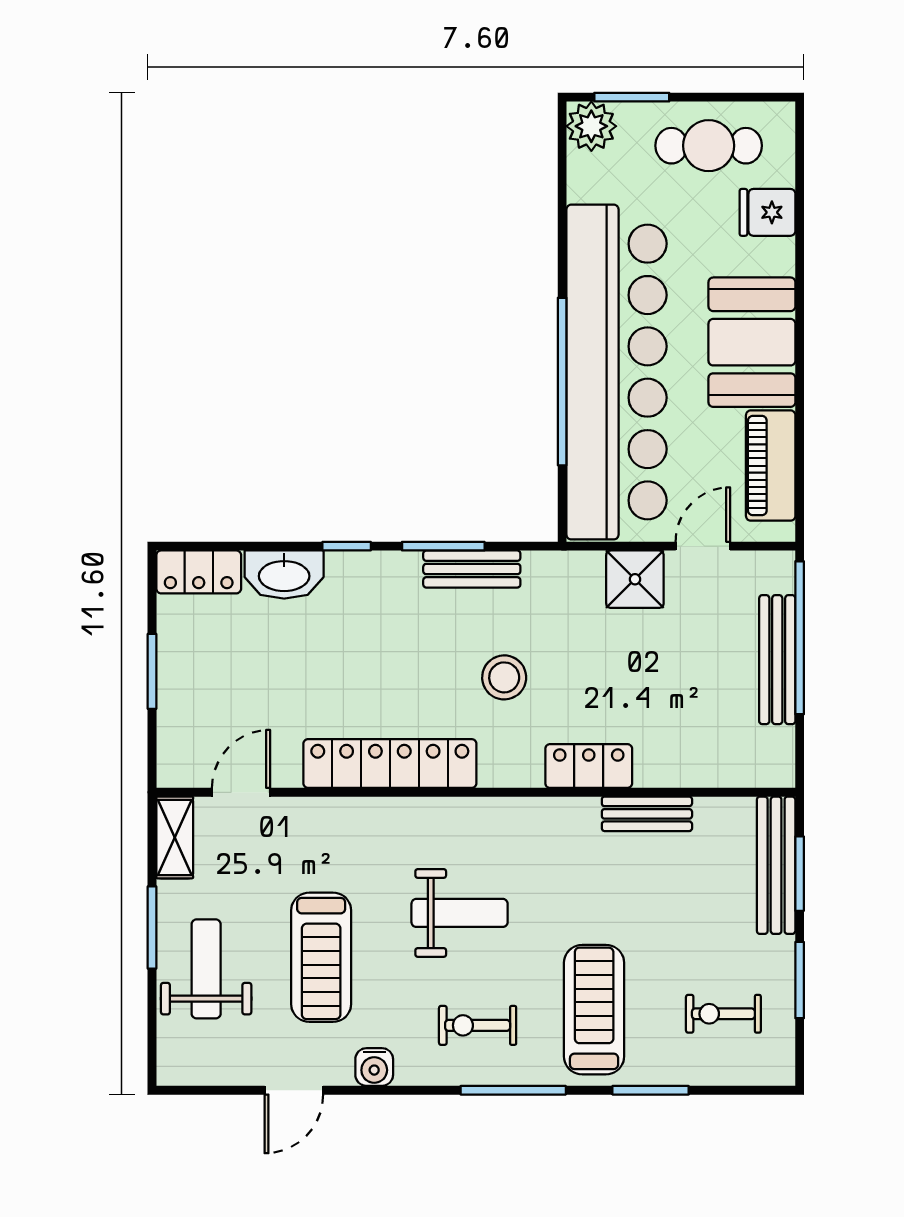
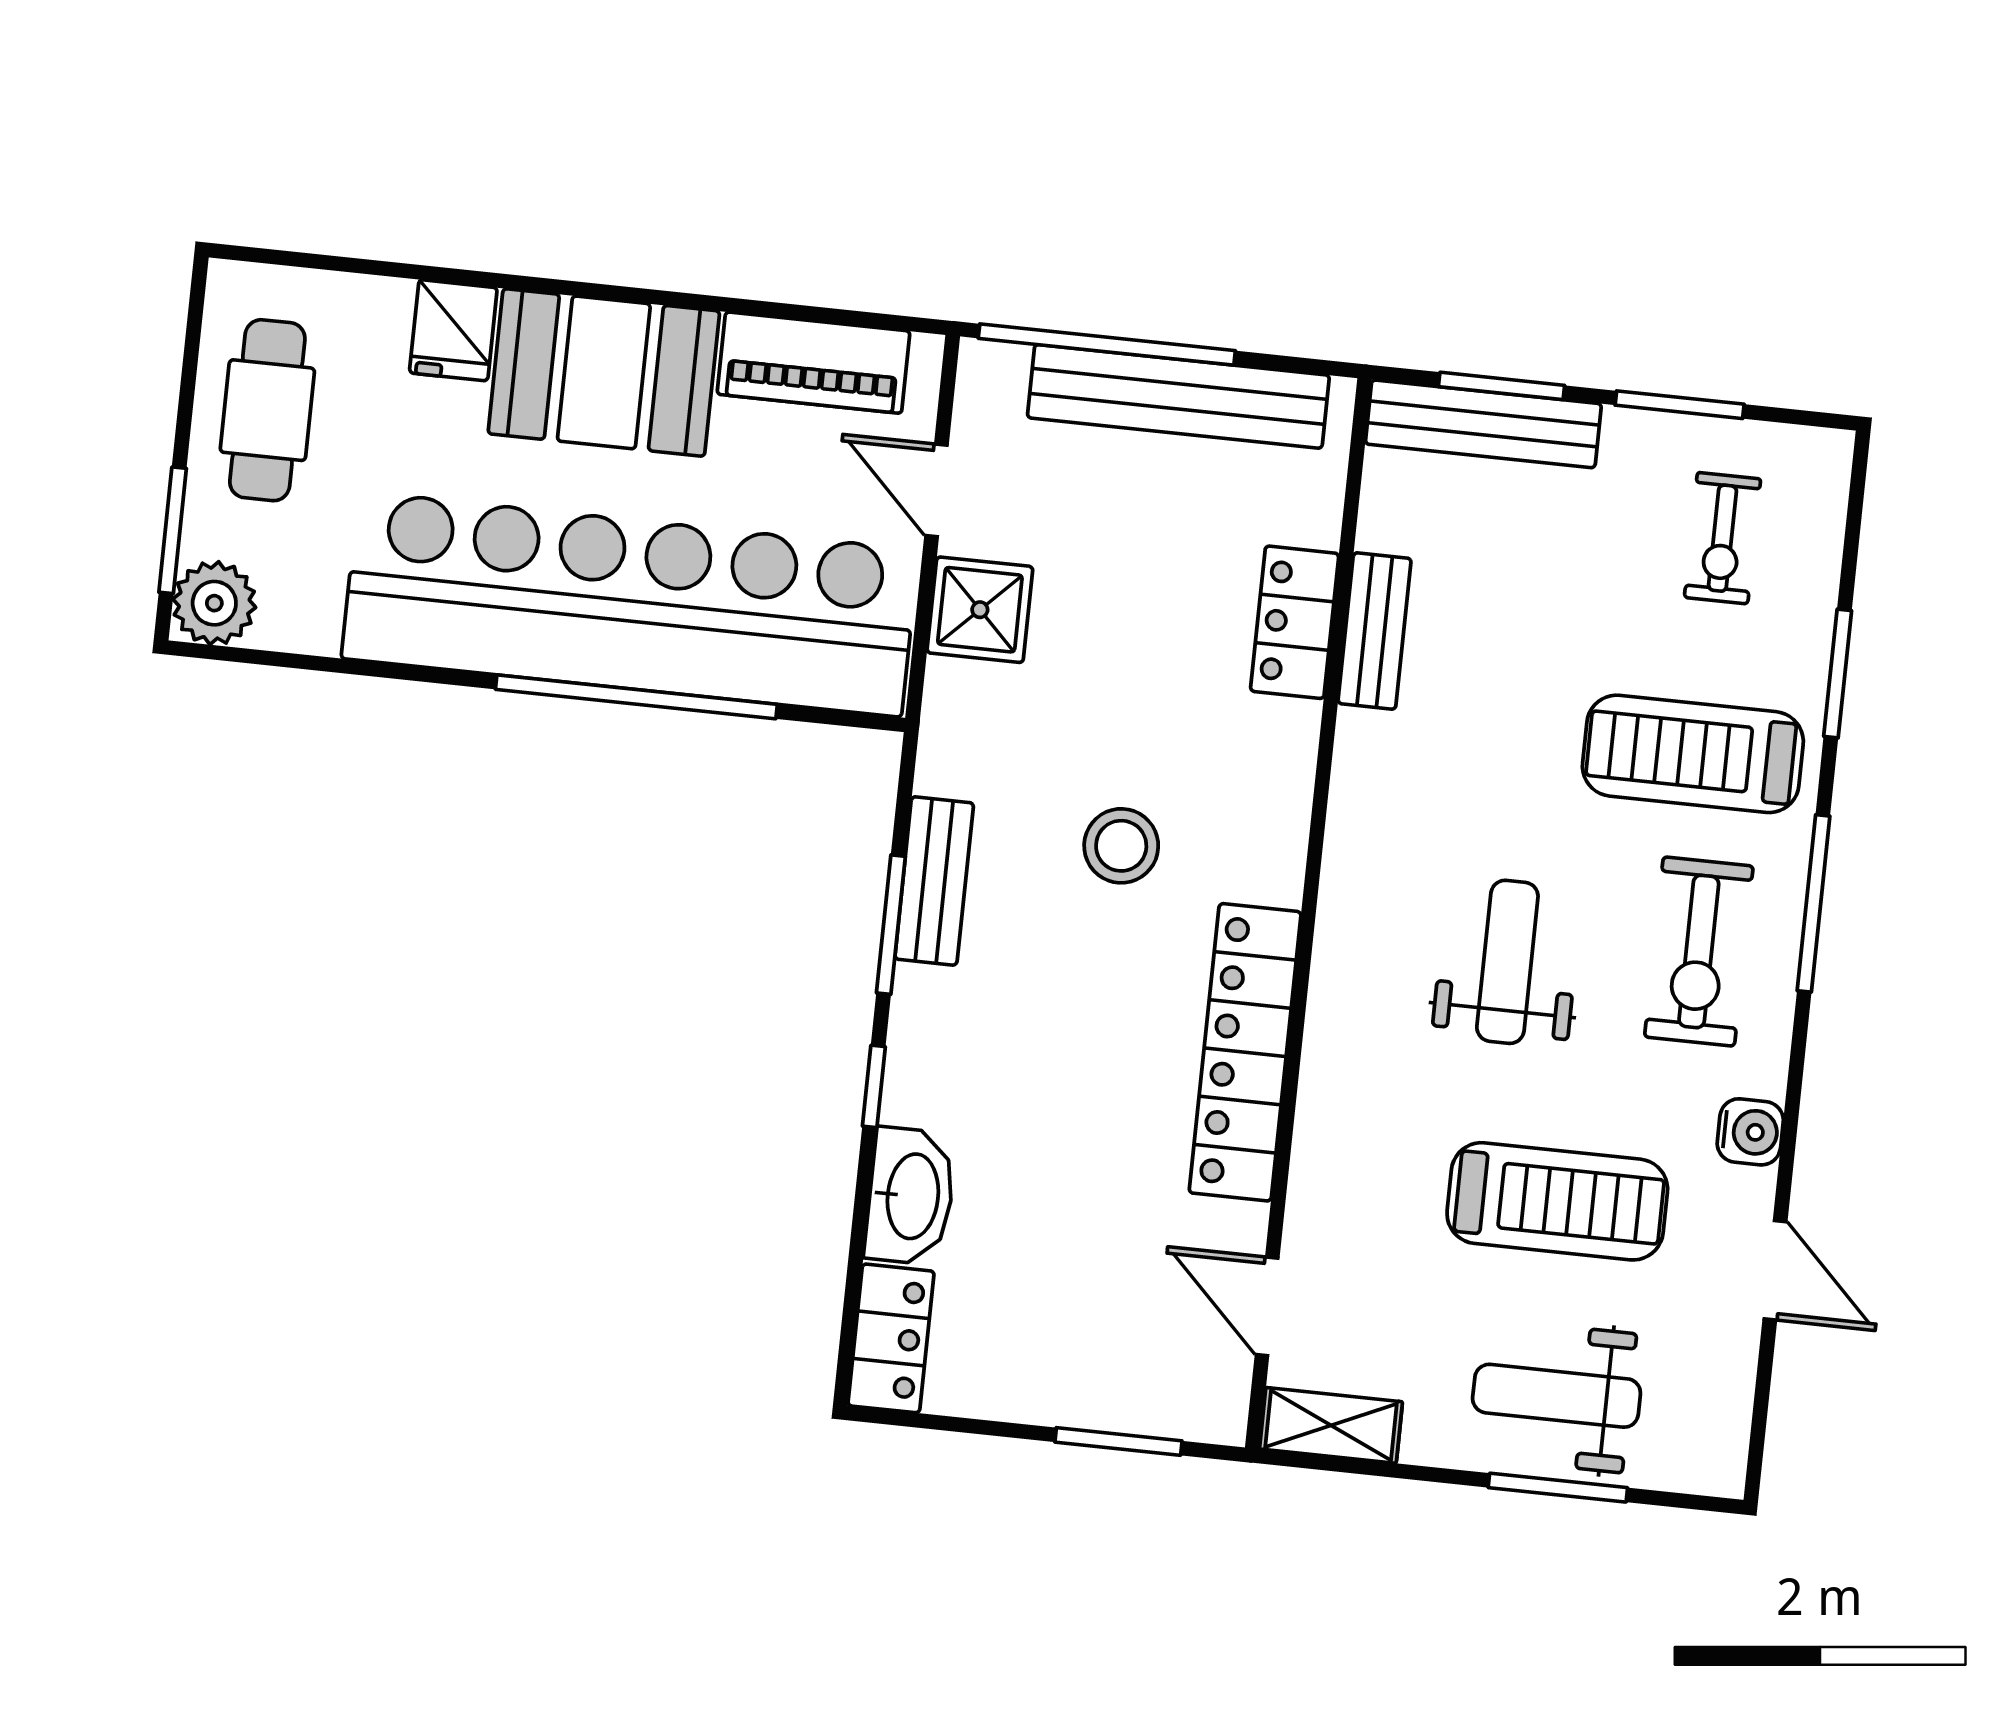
fridge: (767, 212) -> (453, 330), moved
bench: (777, 660) -> (1178, 396), width x1.37, depth x1.21
window: (152, 671) -> (1118, 1441), moved
locker: (589, 766) -> (1295, 622), moved
window: (152, 928) -> (1558, 1488), moved
exercise bike: (478, 1025) -> (1699, 952), width x1.38, depth x1.39

